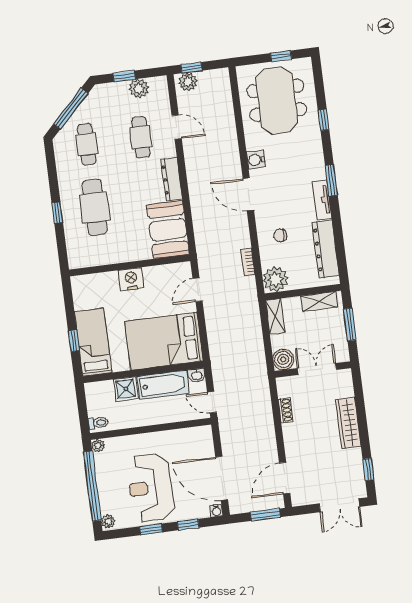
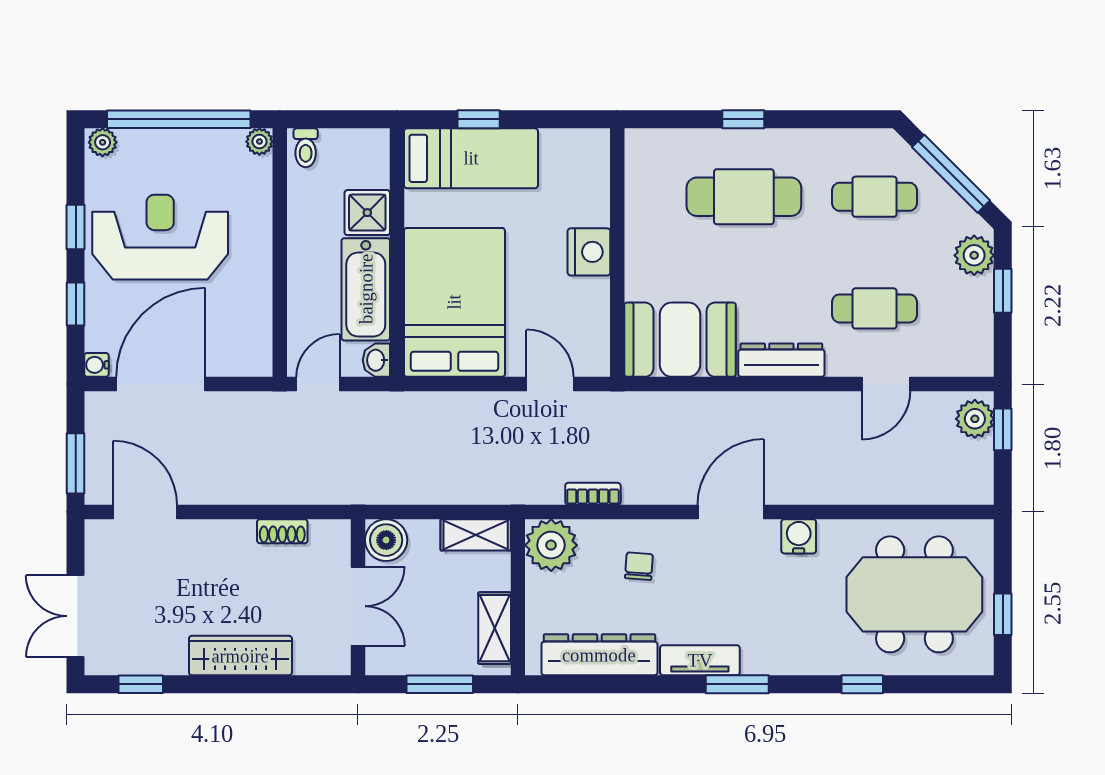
plant: (139, 88) -> (974, 255), moved

